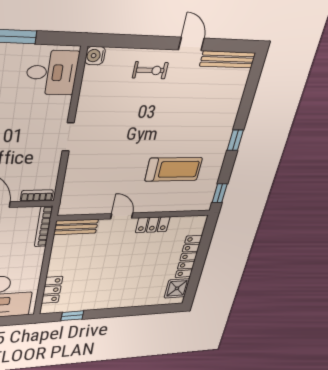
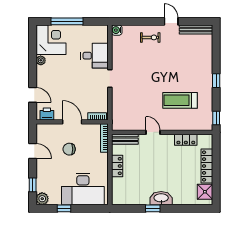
desk: (52, 73) -> (94, 56), moved
treadmill: (174, 169) -> (180, 100), turned 180
locker: (153, 225) -> (186, 140), moved
locker: (52, 290) -> (117, 166), moved
washbasin: (114, 300) -> (161, 198), added
window: (72, 316) -> (153, 208), moved

